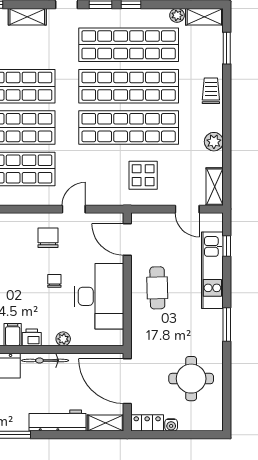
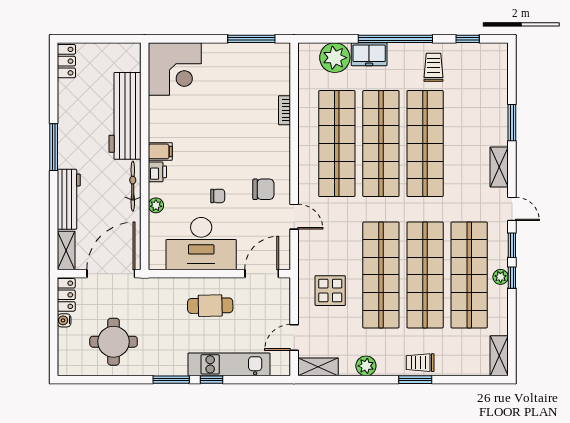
plant: (177, 15) -> (501, 277), moved
window: (227, 48) -> (415, 380), moved
trolley: (211, 91) -> (420, 363), turned 180
window: (227, 246) -> (211, 380), moved

